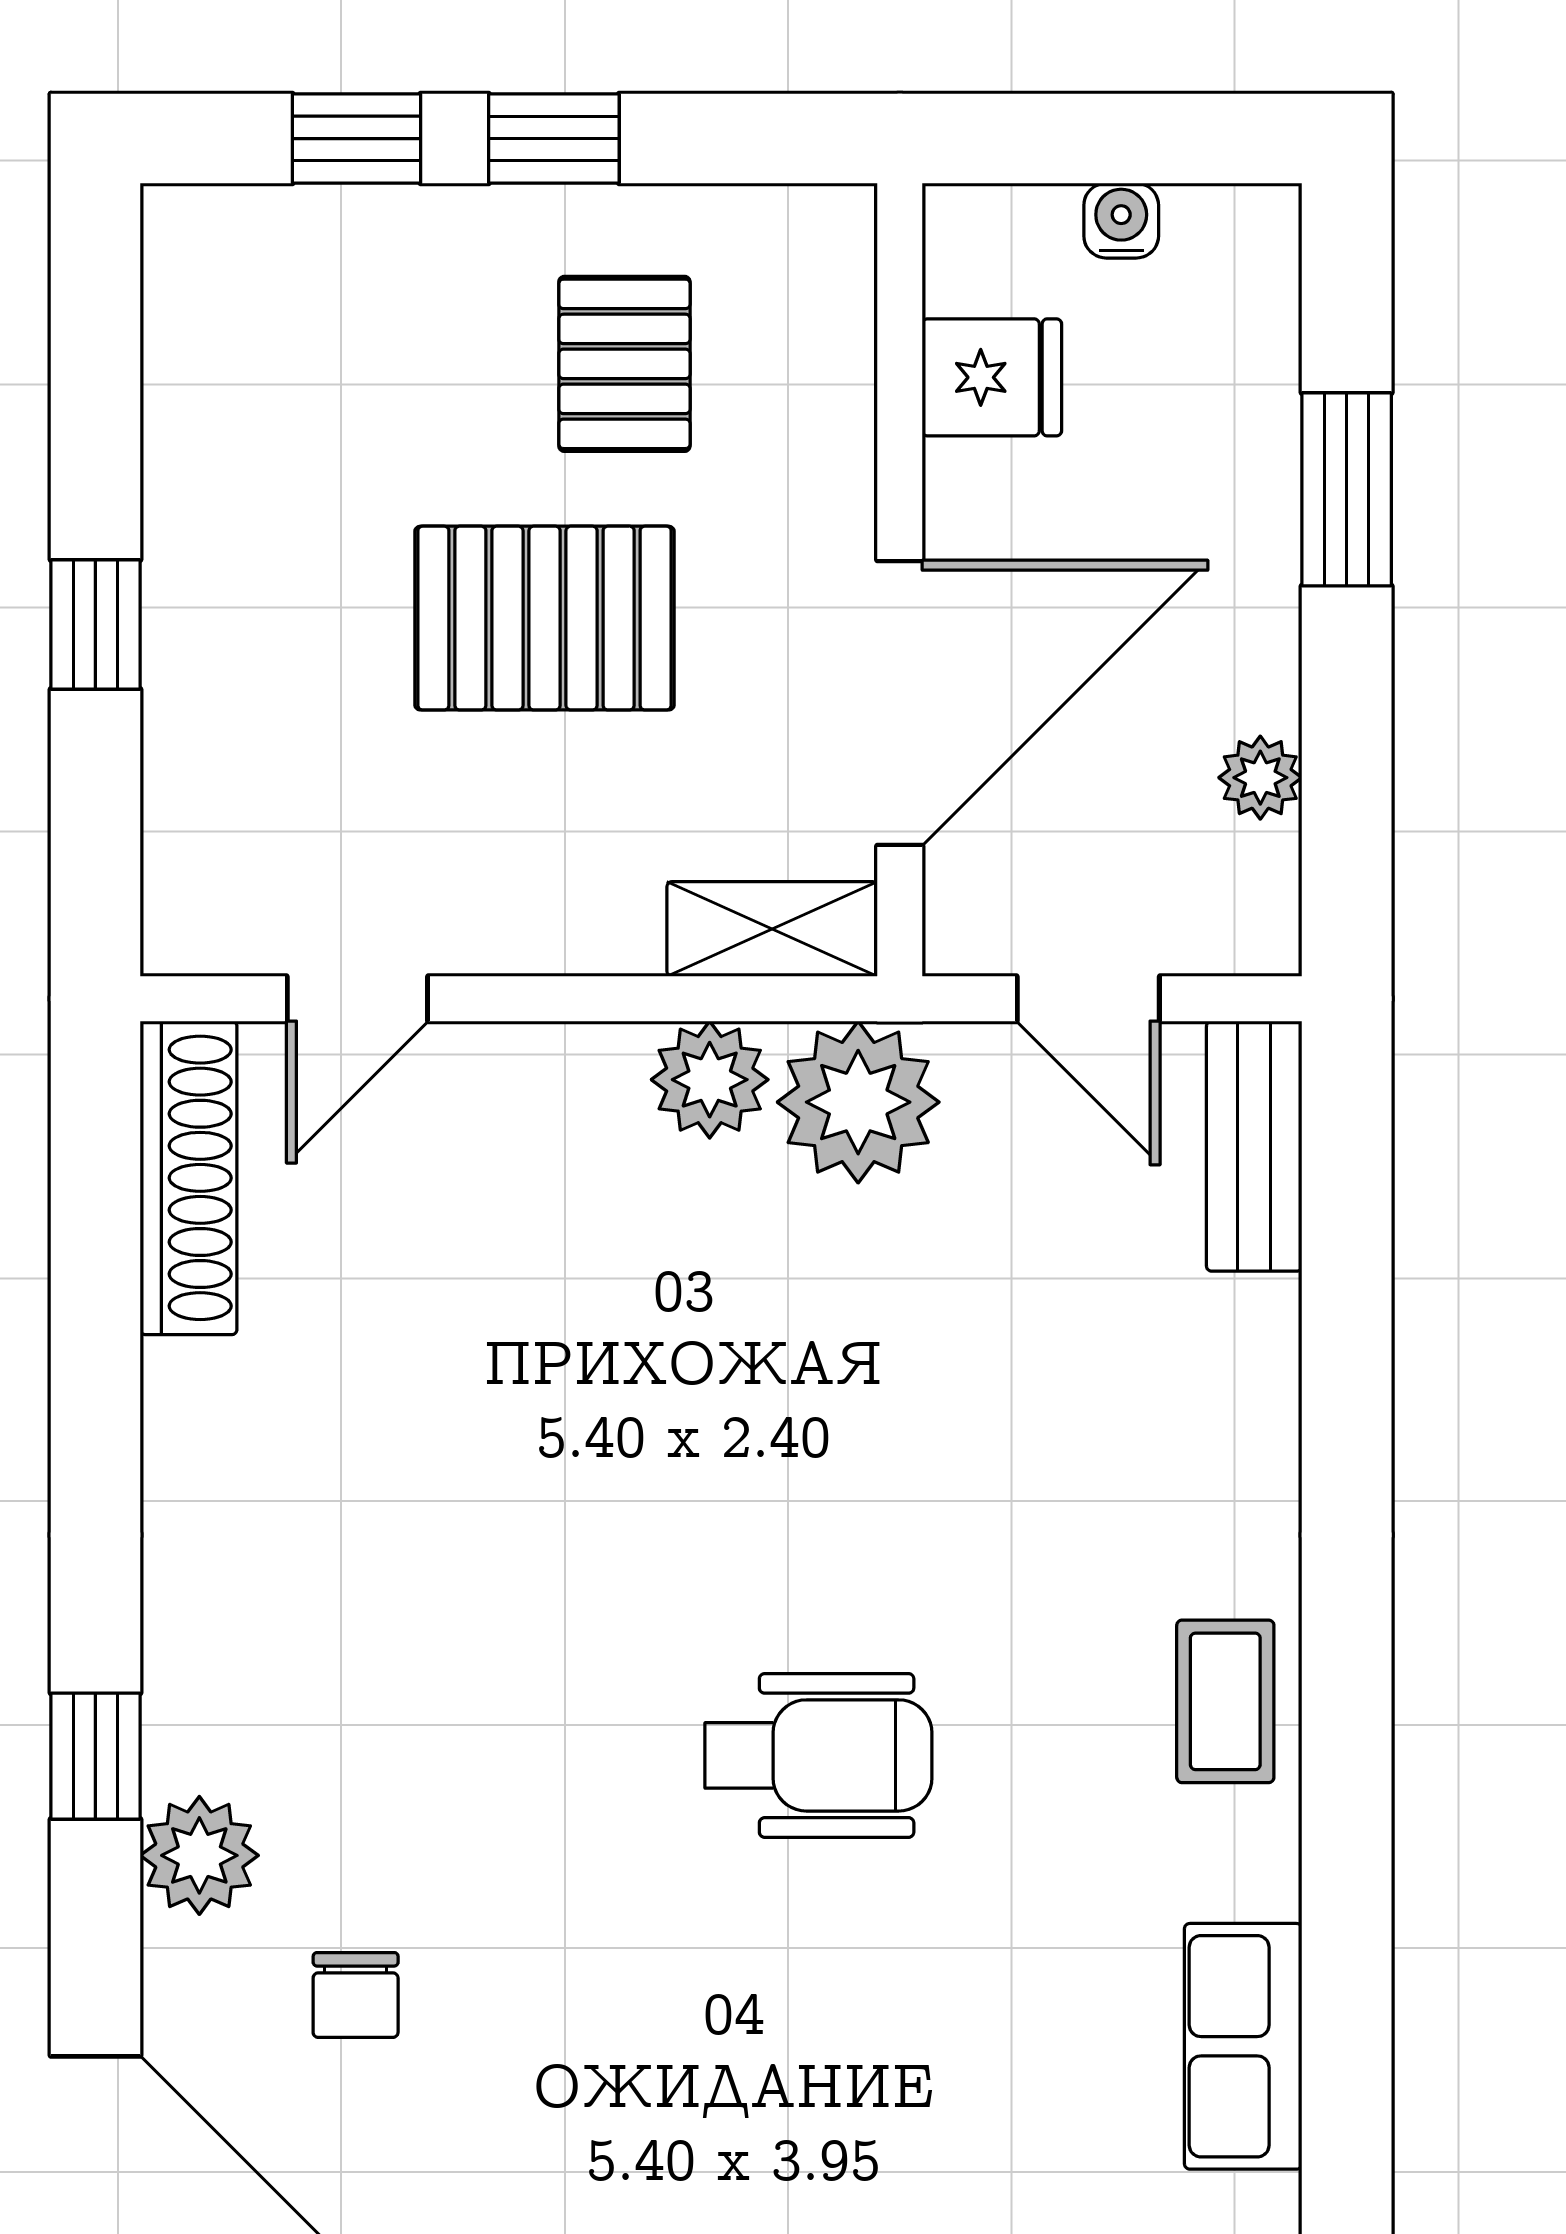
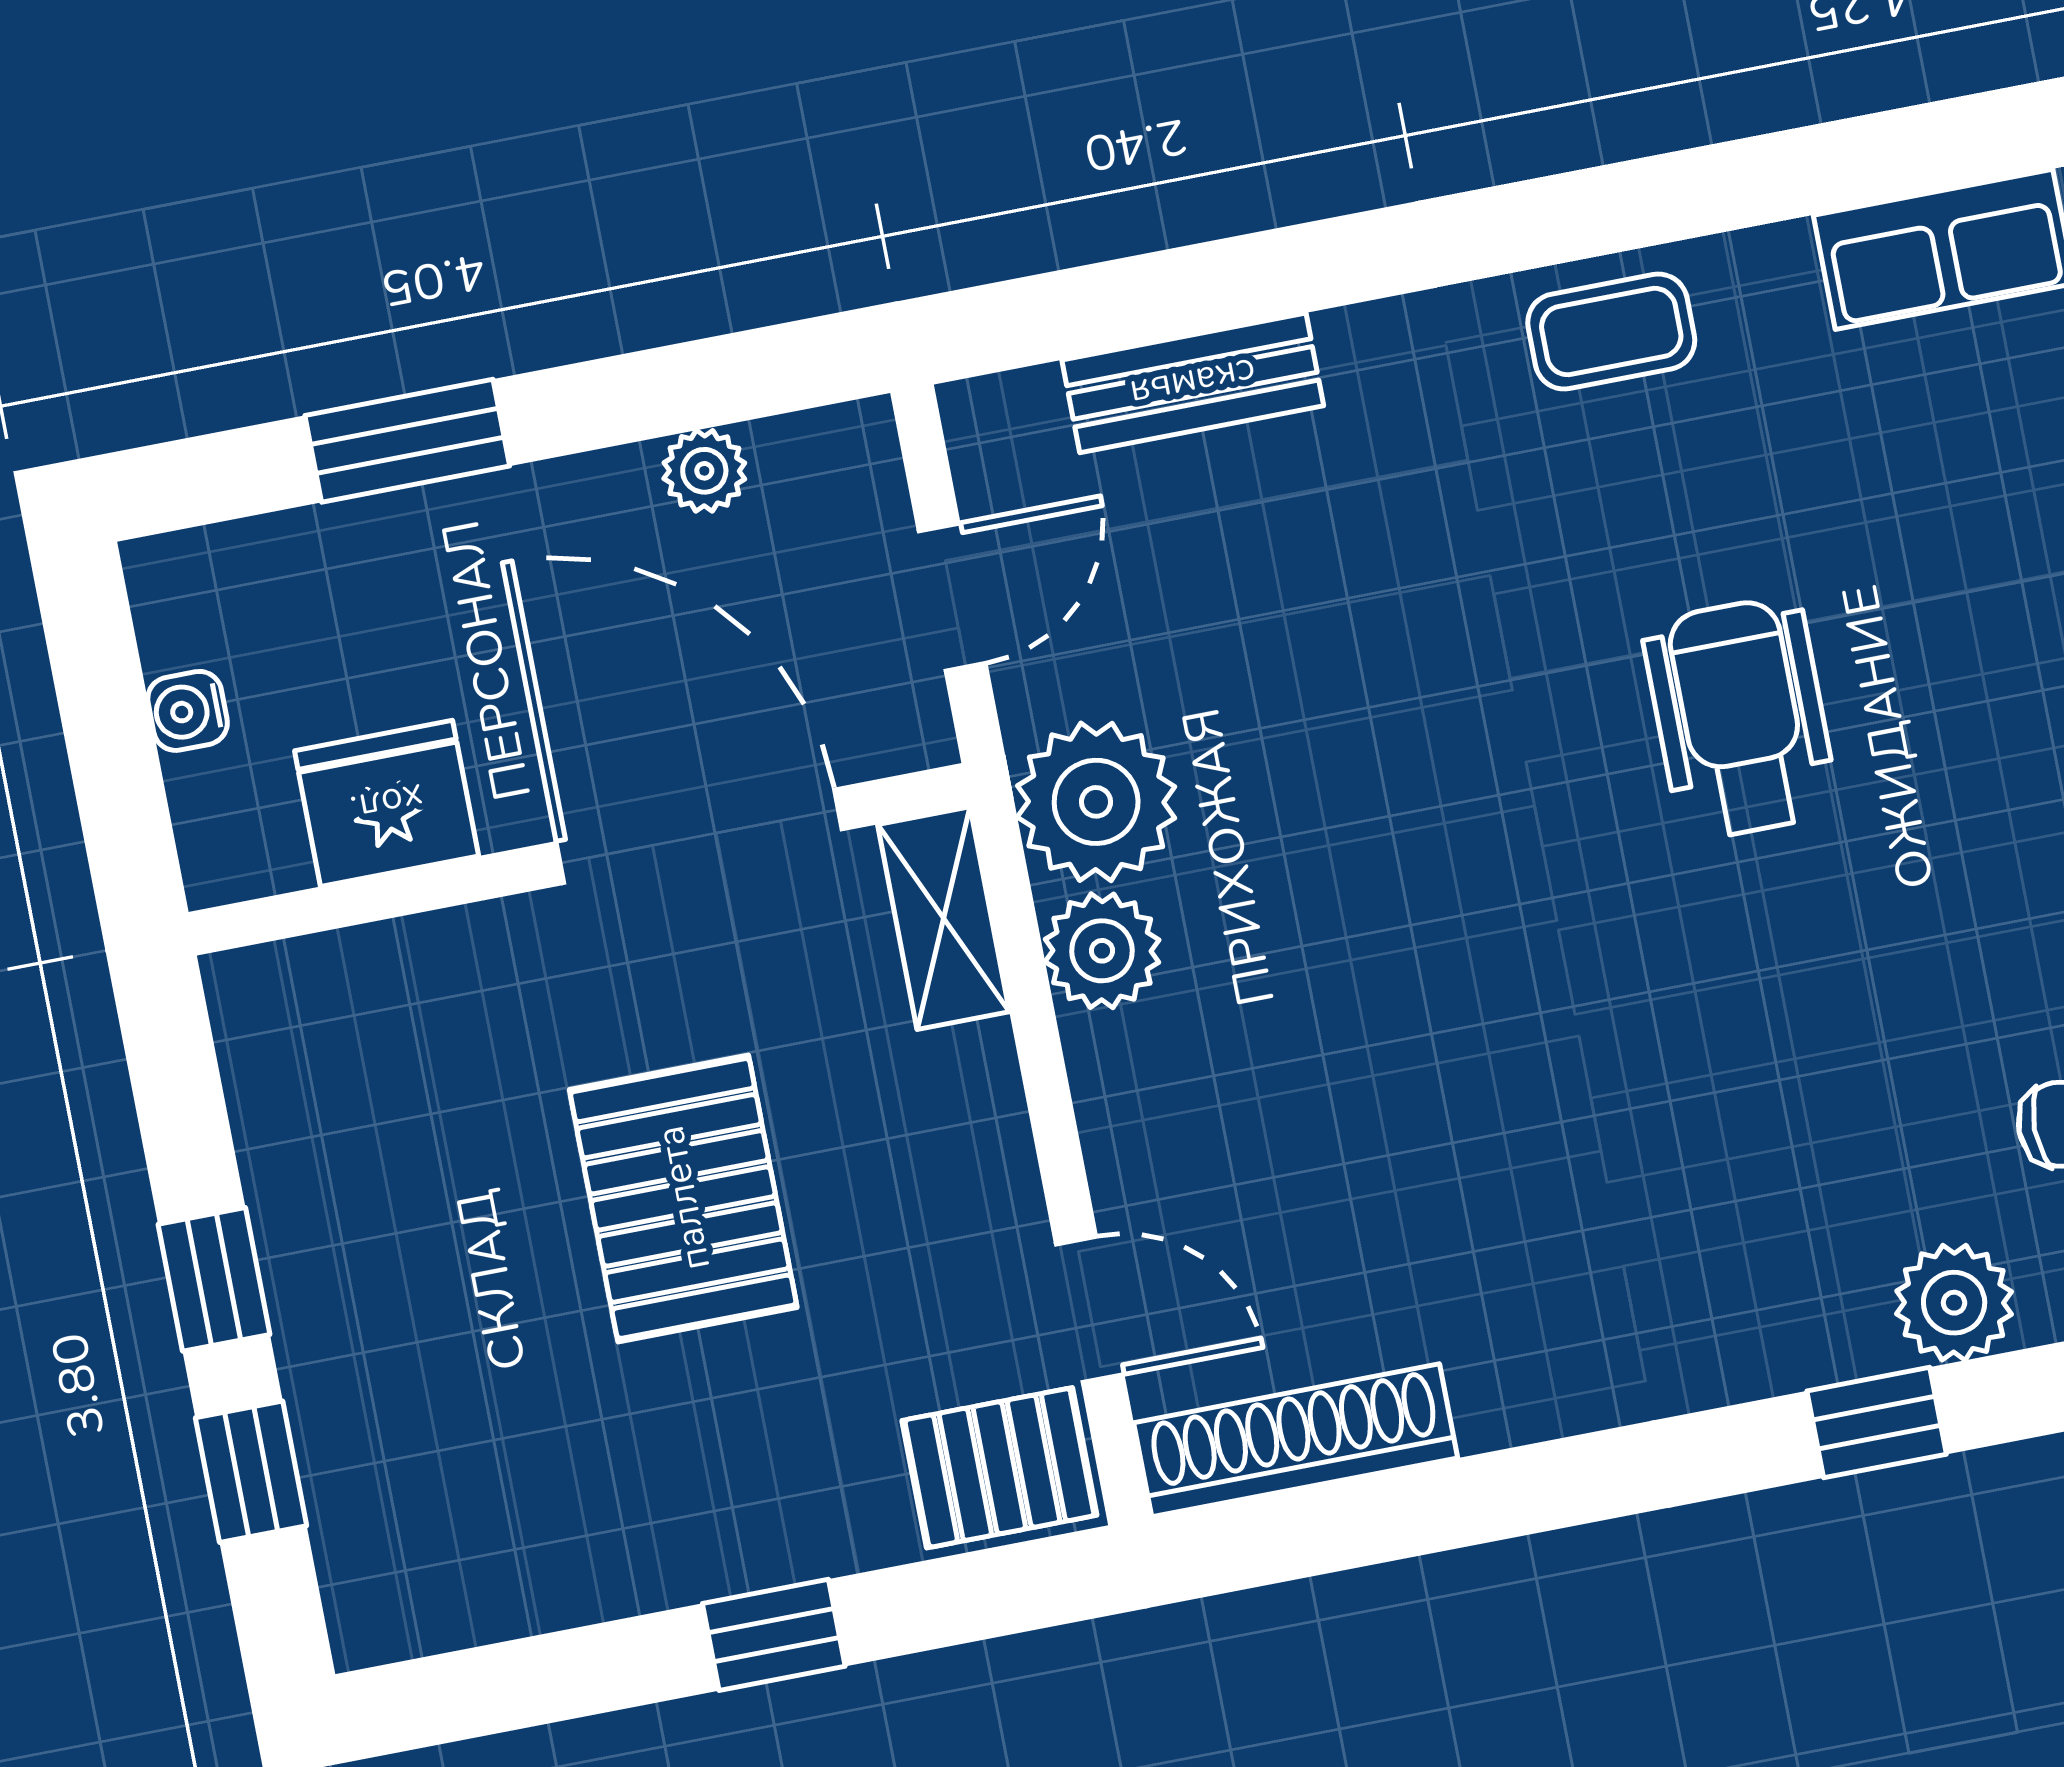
pallet: (624, 364) -> (999, 1468), moved
fridge: (992, 377) -> (387, 803), width x1.38
bench: (1254, 1146) -> (1193, 383), moved

